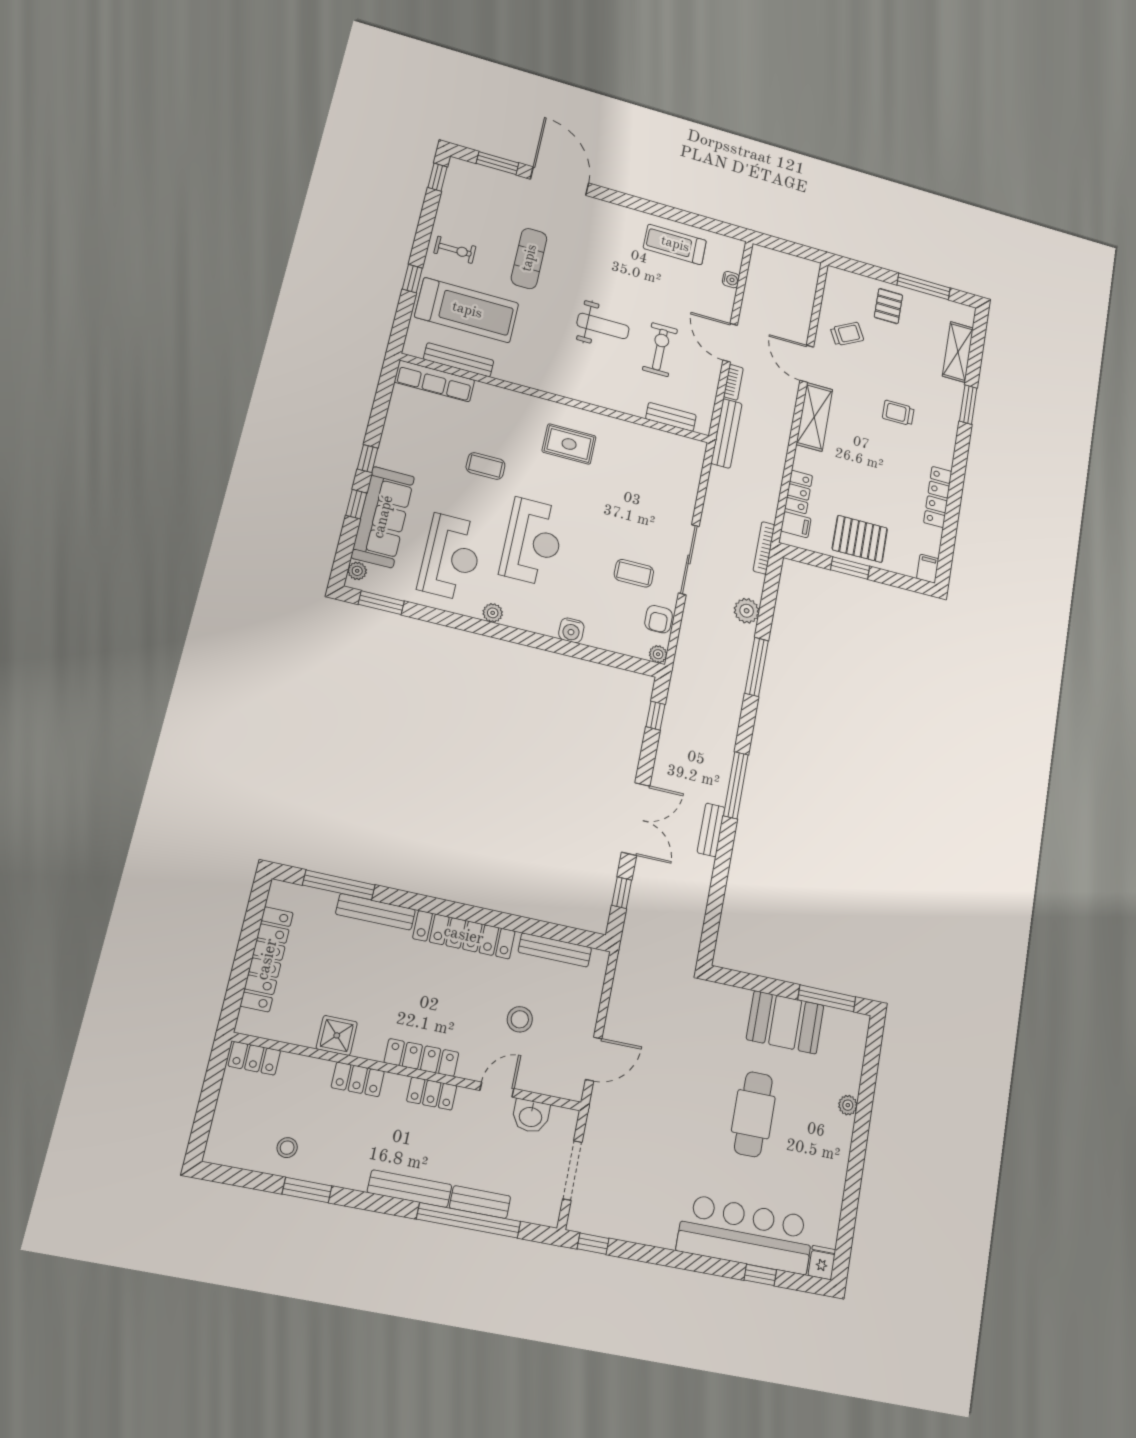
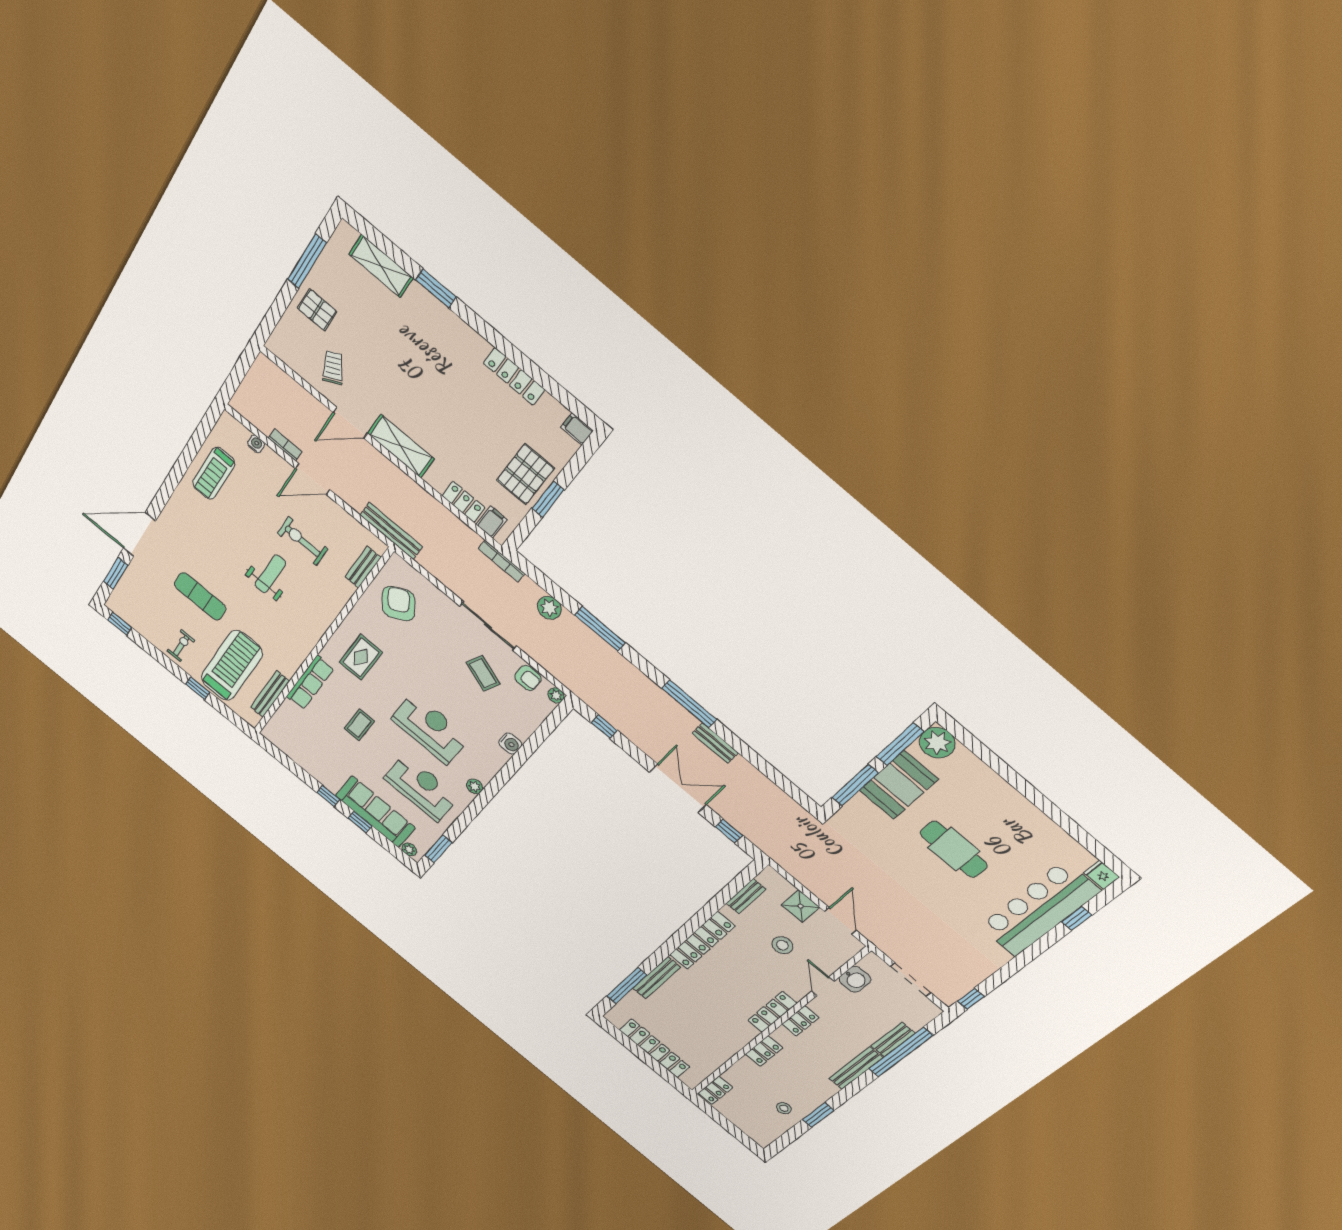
row of seats: (435, 381) -> (310, 683), moved
bookcase: (733, 382) -> (285, 445), moved
trolley: (898, 413) -> (422, 365), removed
armchair: (655, 464) -> (398, 604), added
coffee table: (634, 573) -> (483, 673), turned -68
bench: (555, 950) -> (746, 896), width x0.73
window: (757, 983) -> (855, 785), added
shower: (337, 1035) -> (801, 906), moved
plant: (848, 1105) -> (937, 743), moved, width x1.88, depth x1.88

